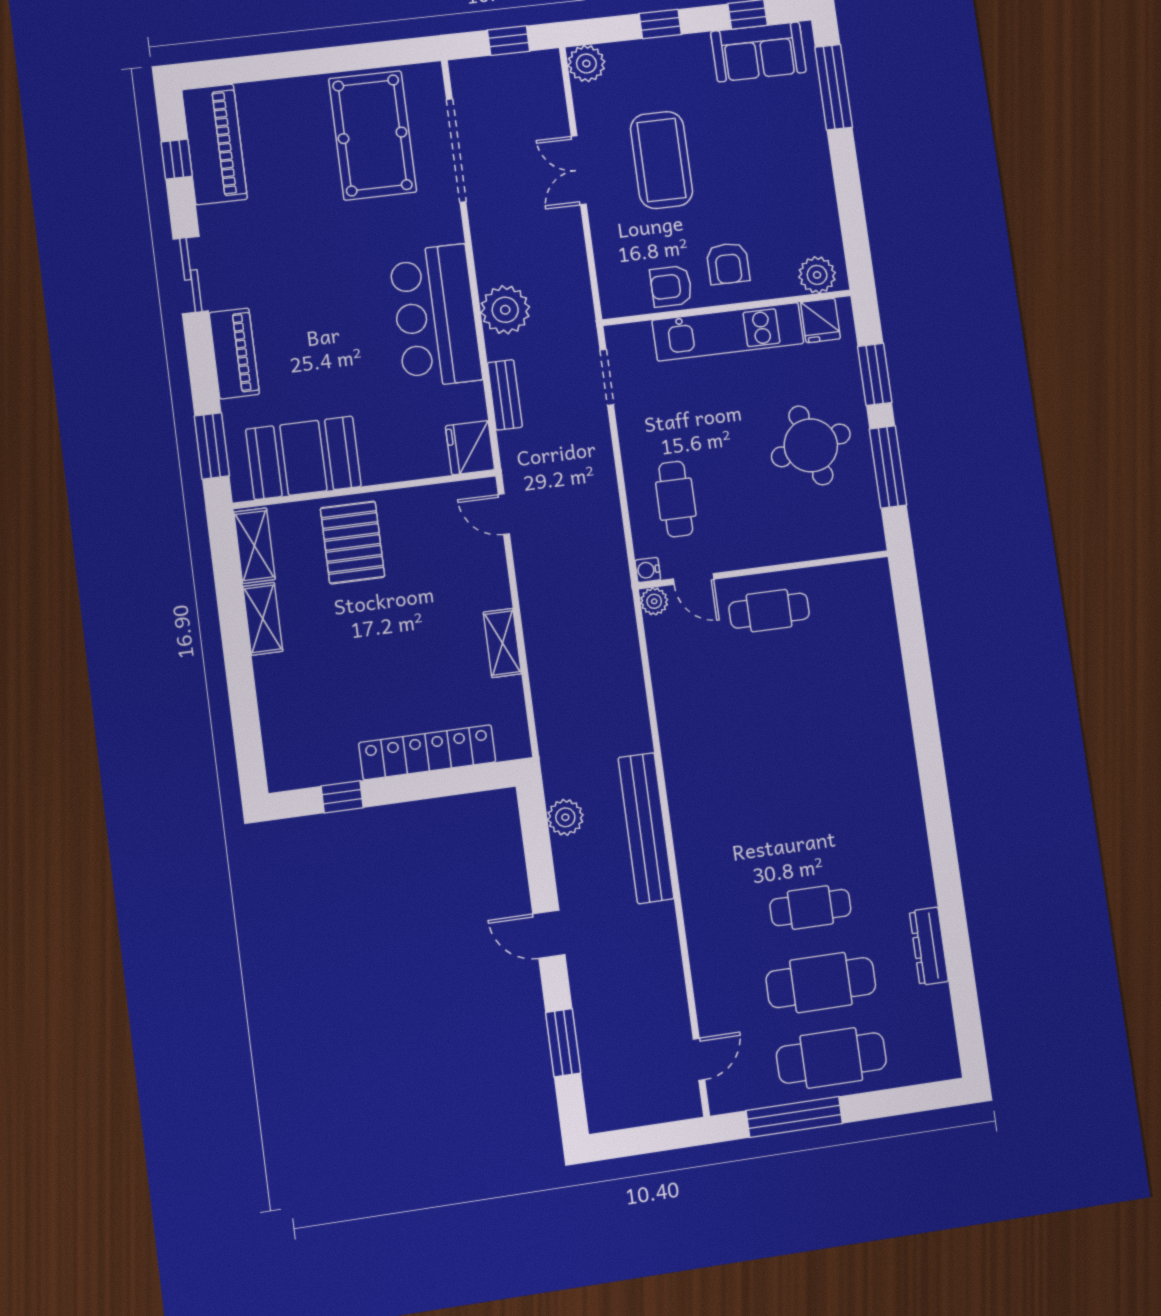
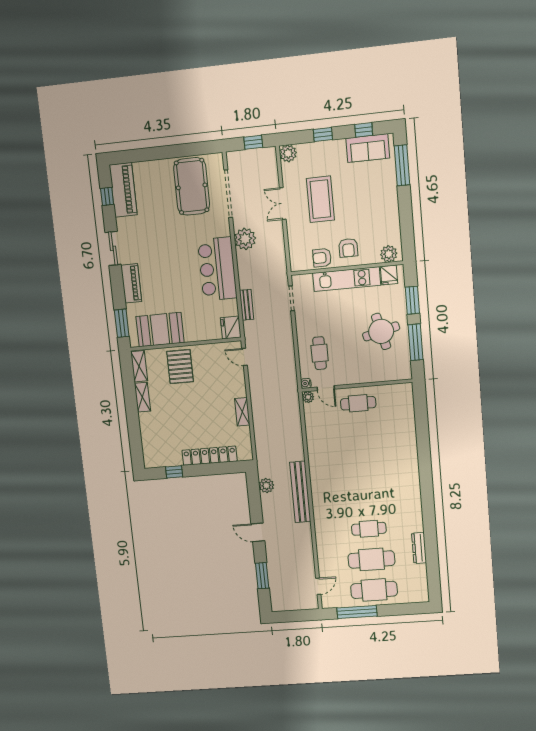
plant: (505, 310) -> (245, 239), moved

